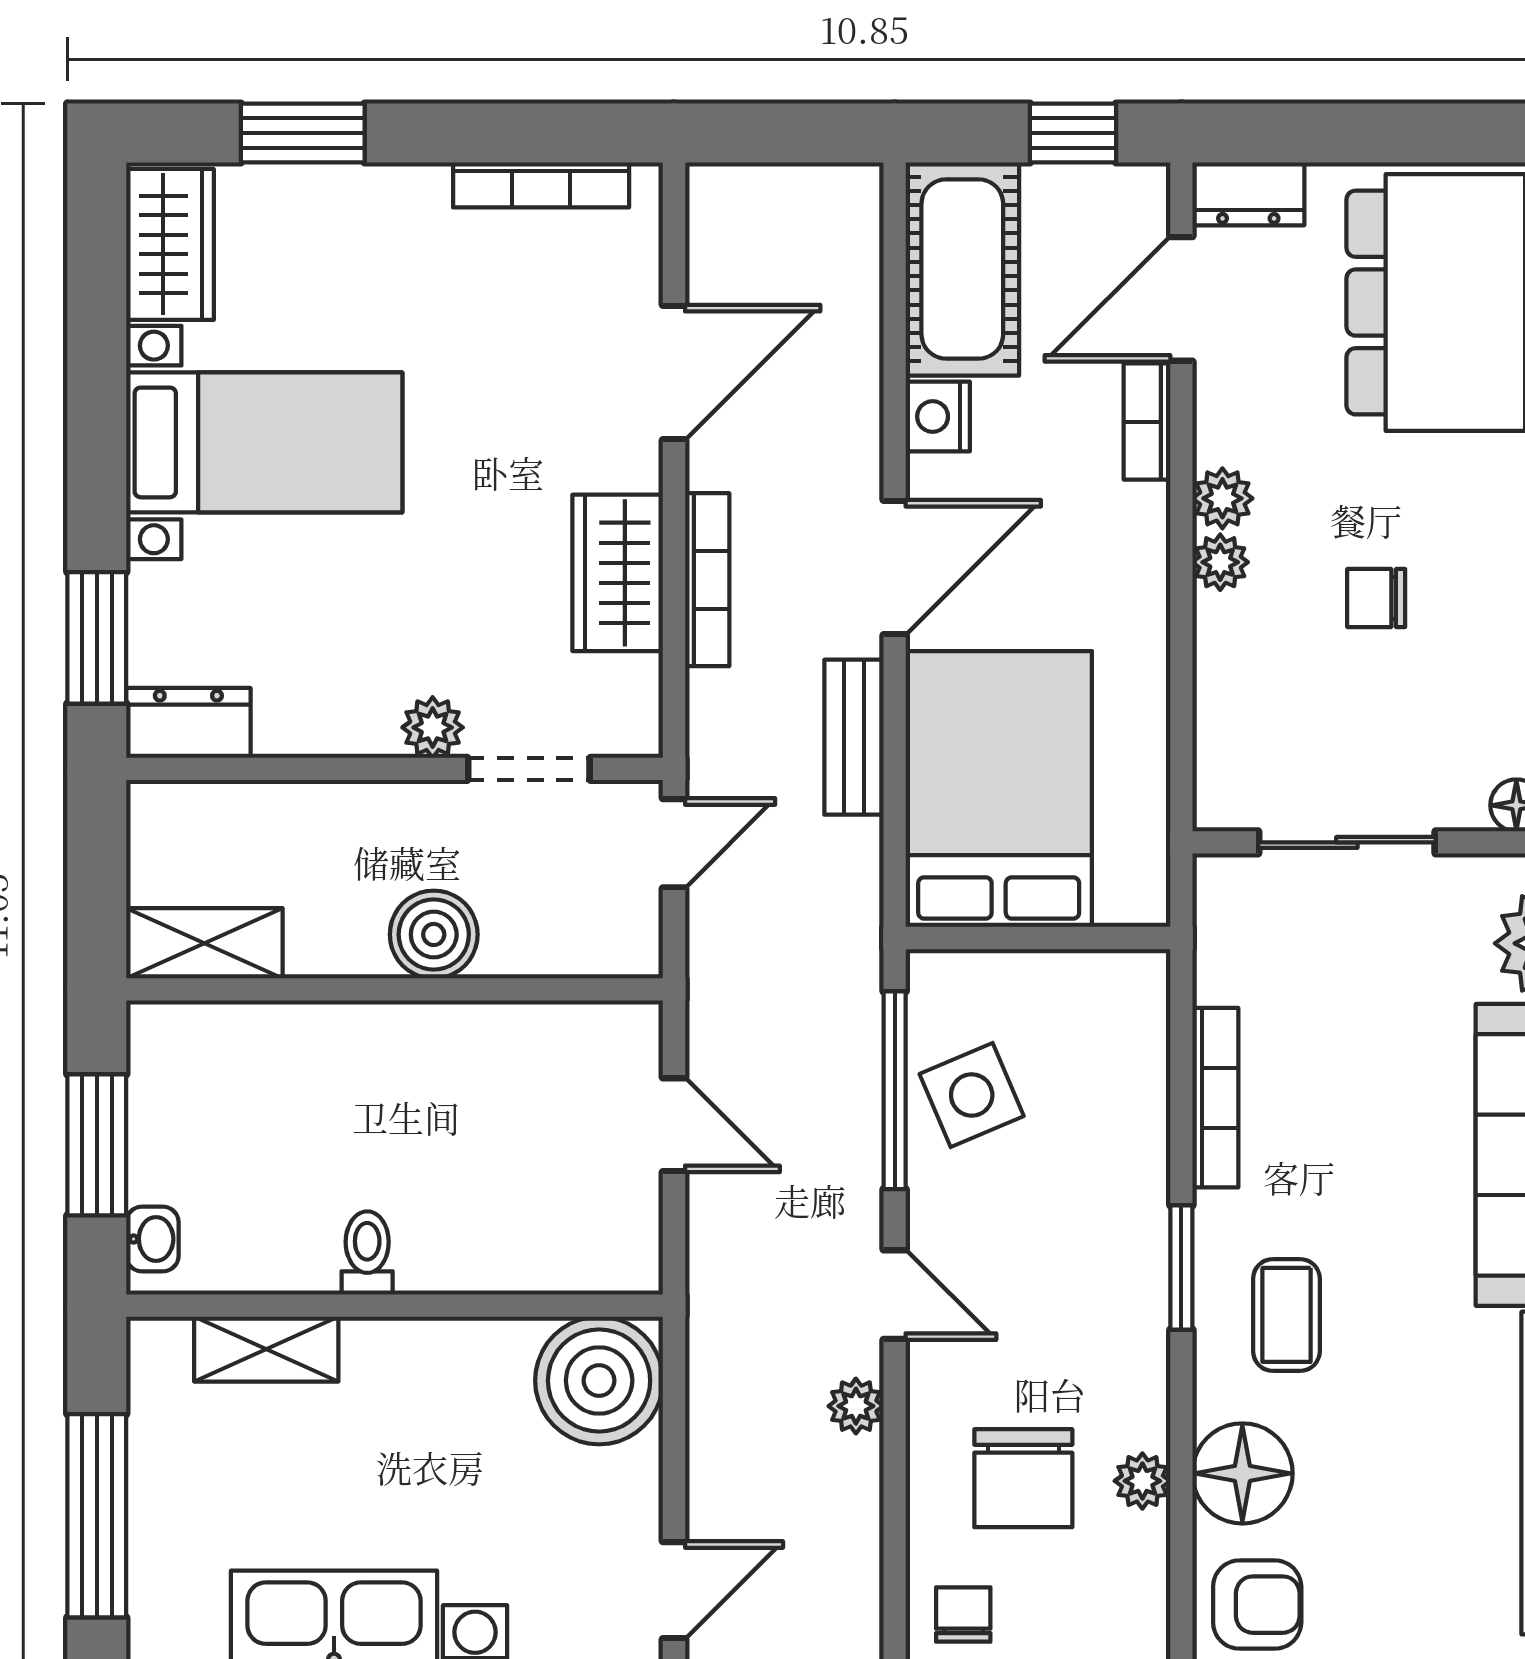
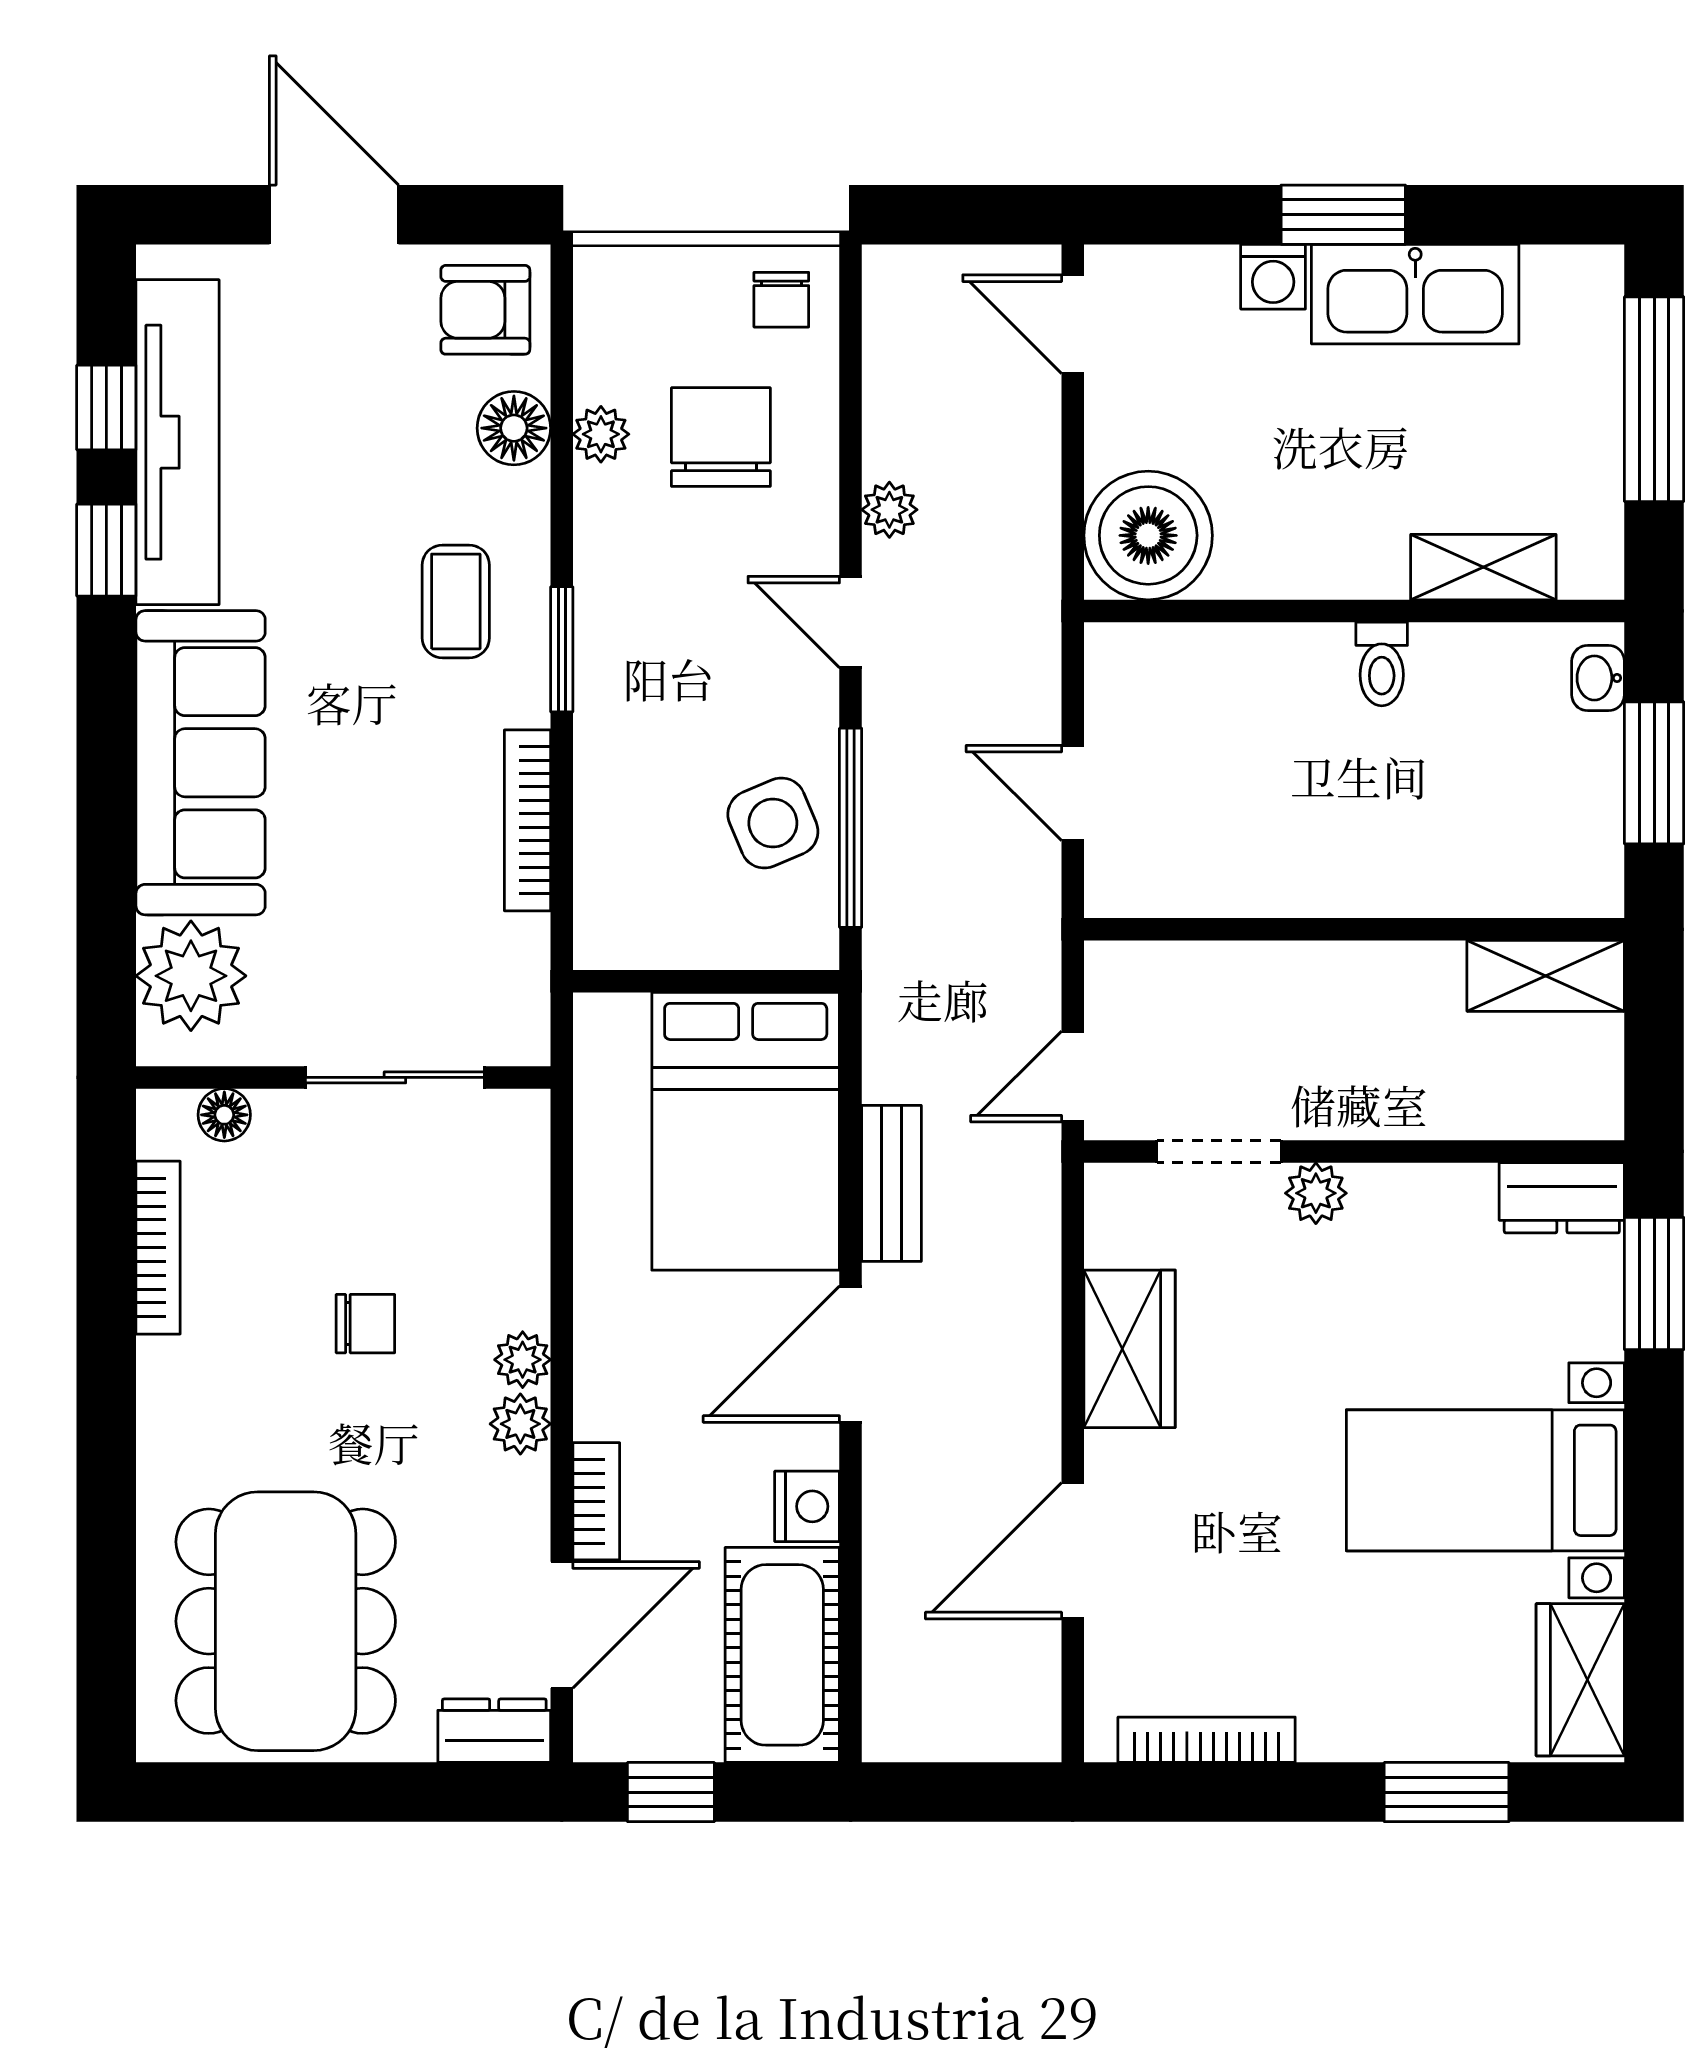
bookcase: (707, 580) -> (1039, 1342), removed
boiler: (434, 934) -> (1315, 985), removed
floor lamp: (1242, 1473) -> (514, 428), width x0.73, depth x0.73
door: (674, 1590) -> (1073, 324), hinge flipped

